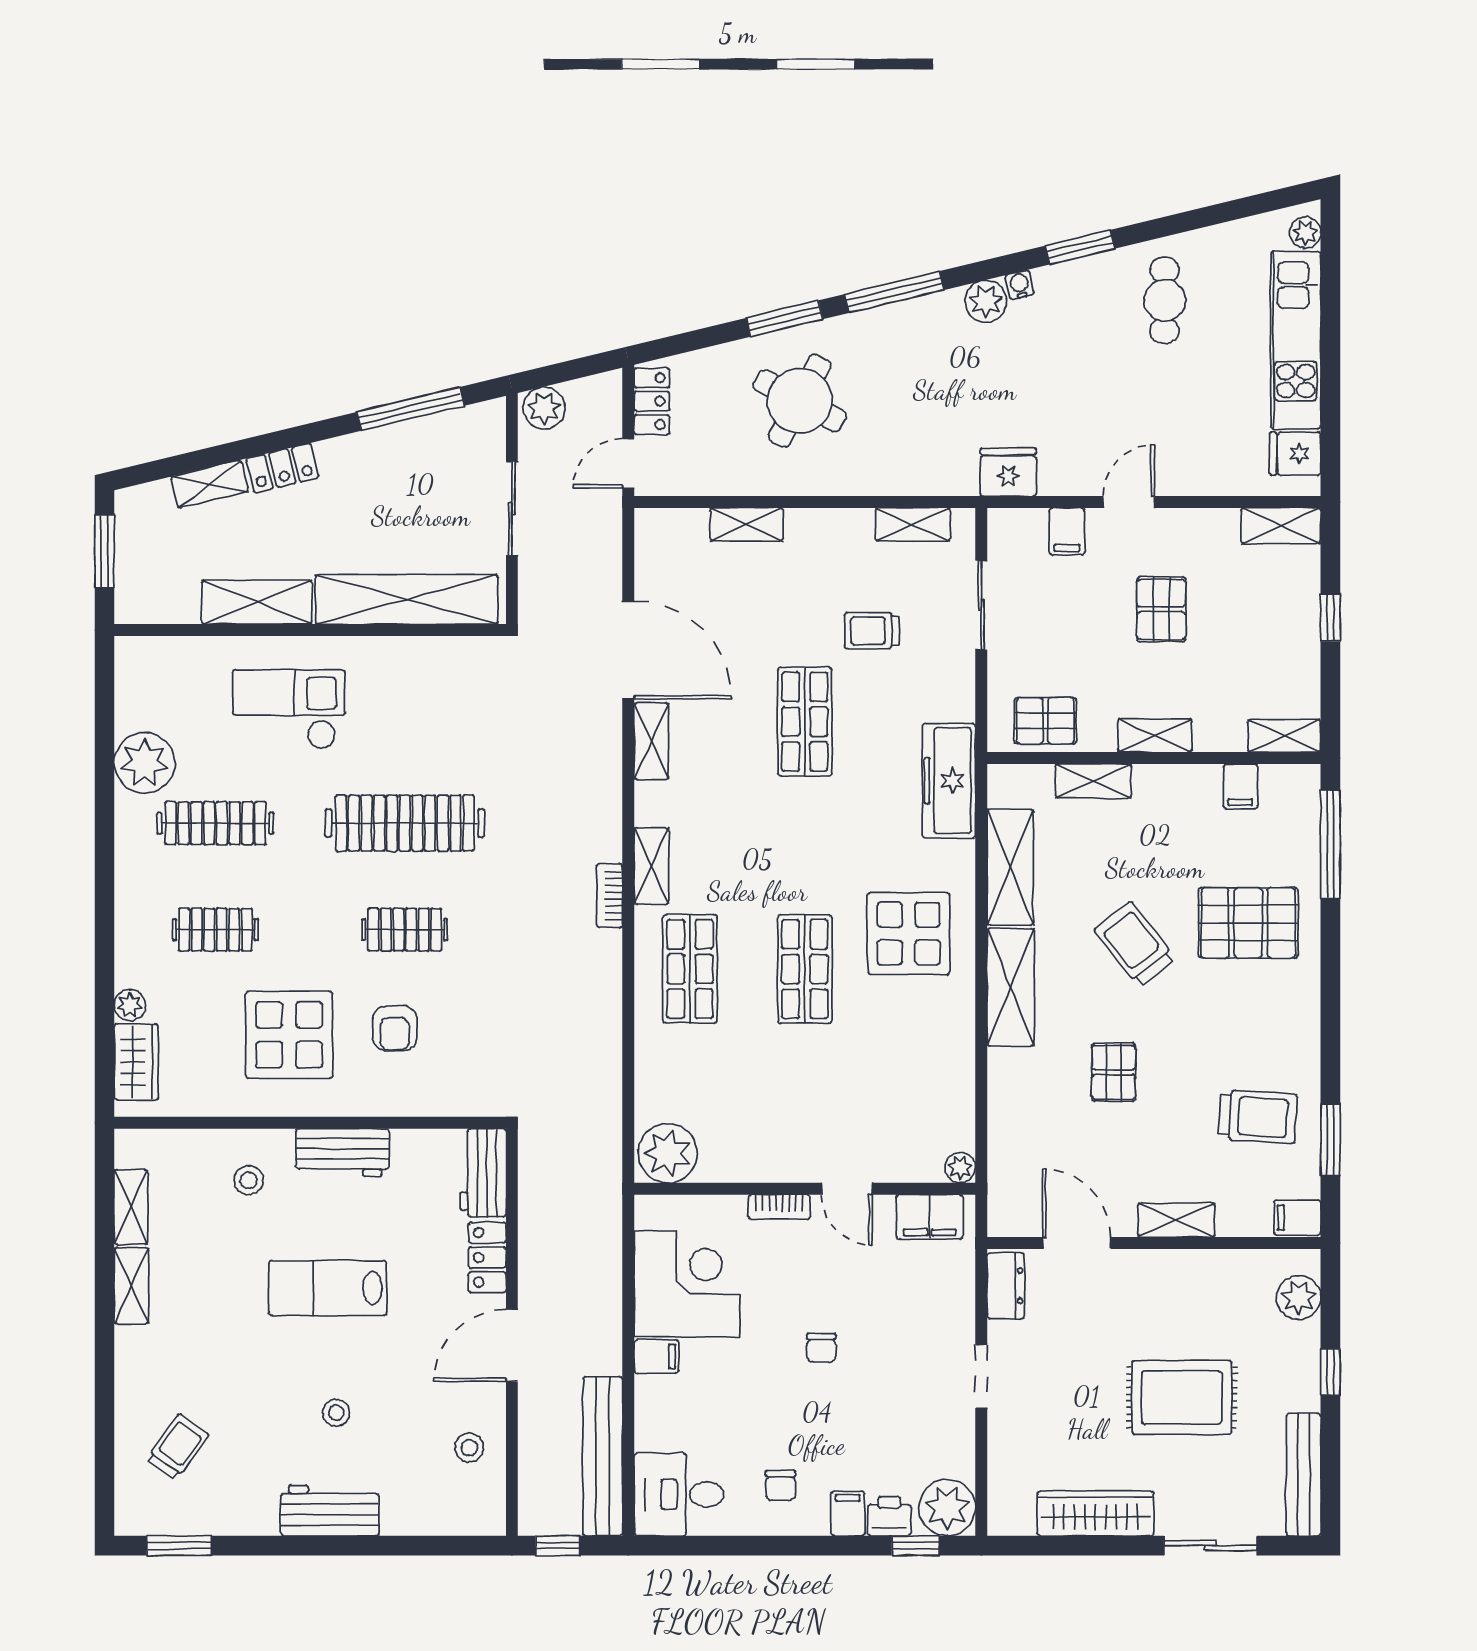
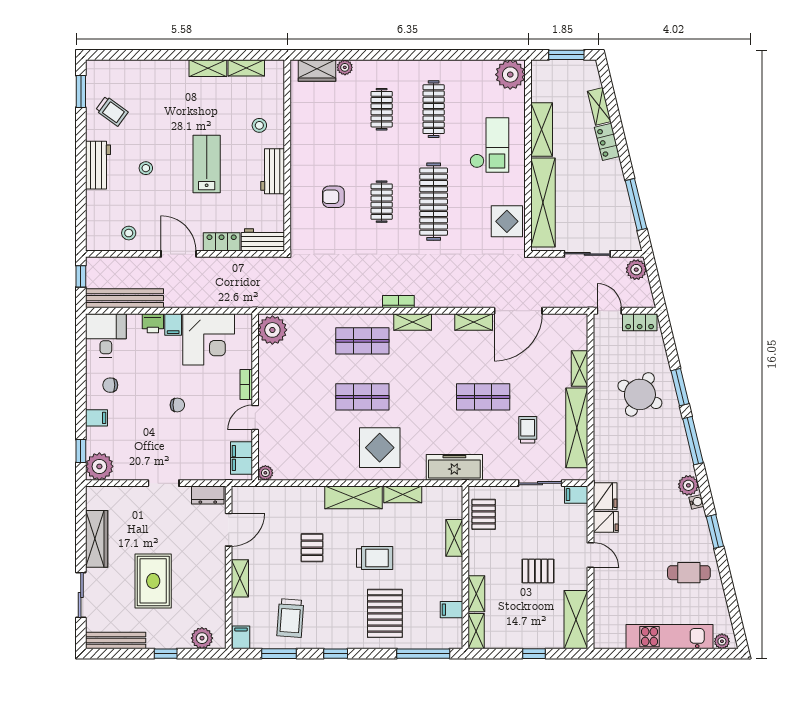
fridge: (1295, 454) -> (606, 522), moved, turned 90
shelving: (913, 525) -> (577, 428), width x2.20, depth x1.33
shelving: (1281, 526) -> (576, 620), width x1.50, depth x1.33
filing cabinet: (1067, 531) -> (576, 495), moved
shelving: (1155, 736) -> (476, 594), moved
plant: (145, 763) -> (510, 75), moved
shelving: (1010, 867) -> (403, 494), width x0.67, depth x0.75
trolley: (1135, 944) -> (375, 558), turned 38
window: (1330, 1024) -> (336, 654), added
display table: (289, 1035) -> (507, 221), moved, width x0.73, depth x0.73
pallet: (1114, 1072) -> (312, 548), turned 90
chair: (821, 1348) -> (177, 405), turned 180
trolley: (178, 1447) -> (112, 111), moved
printer: (889, 1516) -> (153, 323), moved, turned 90

